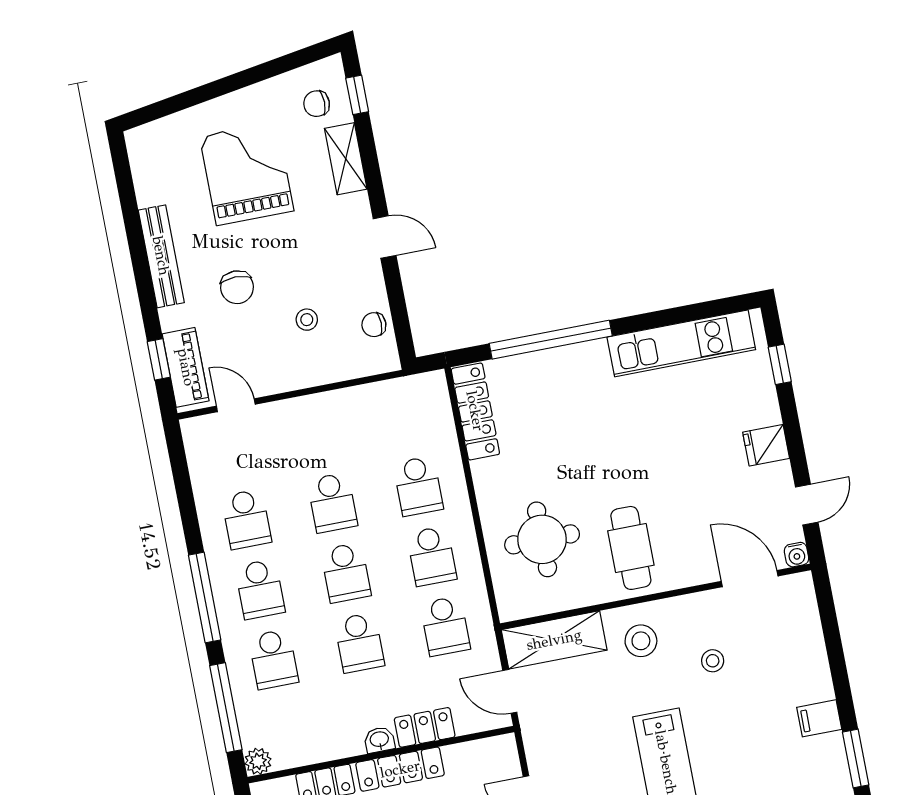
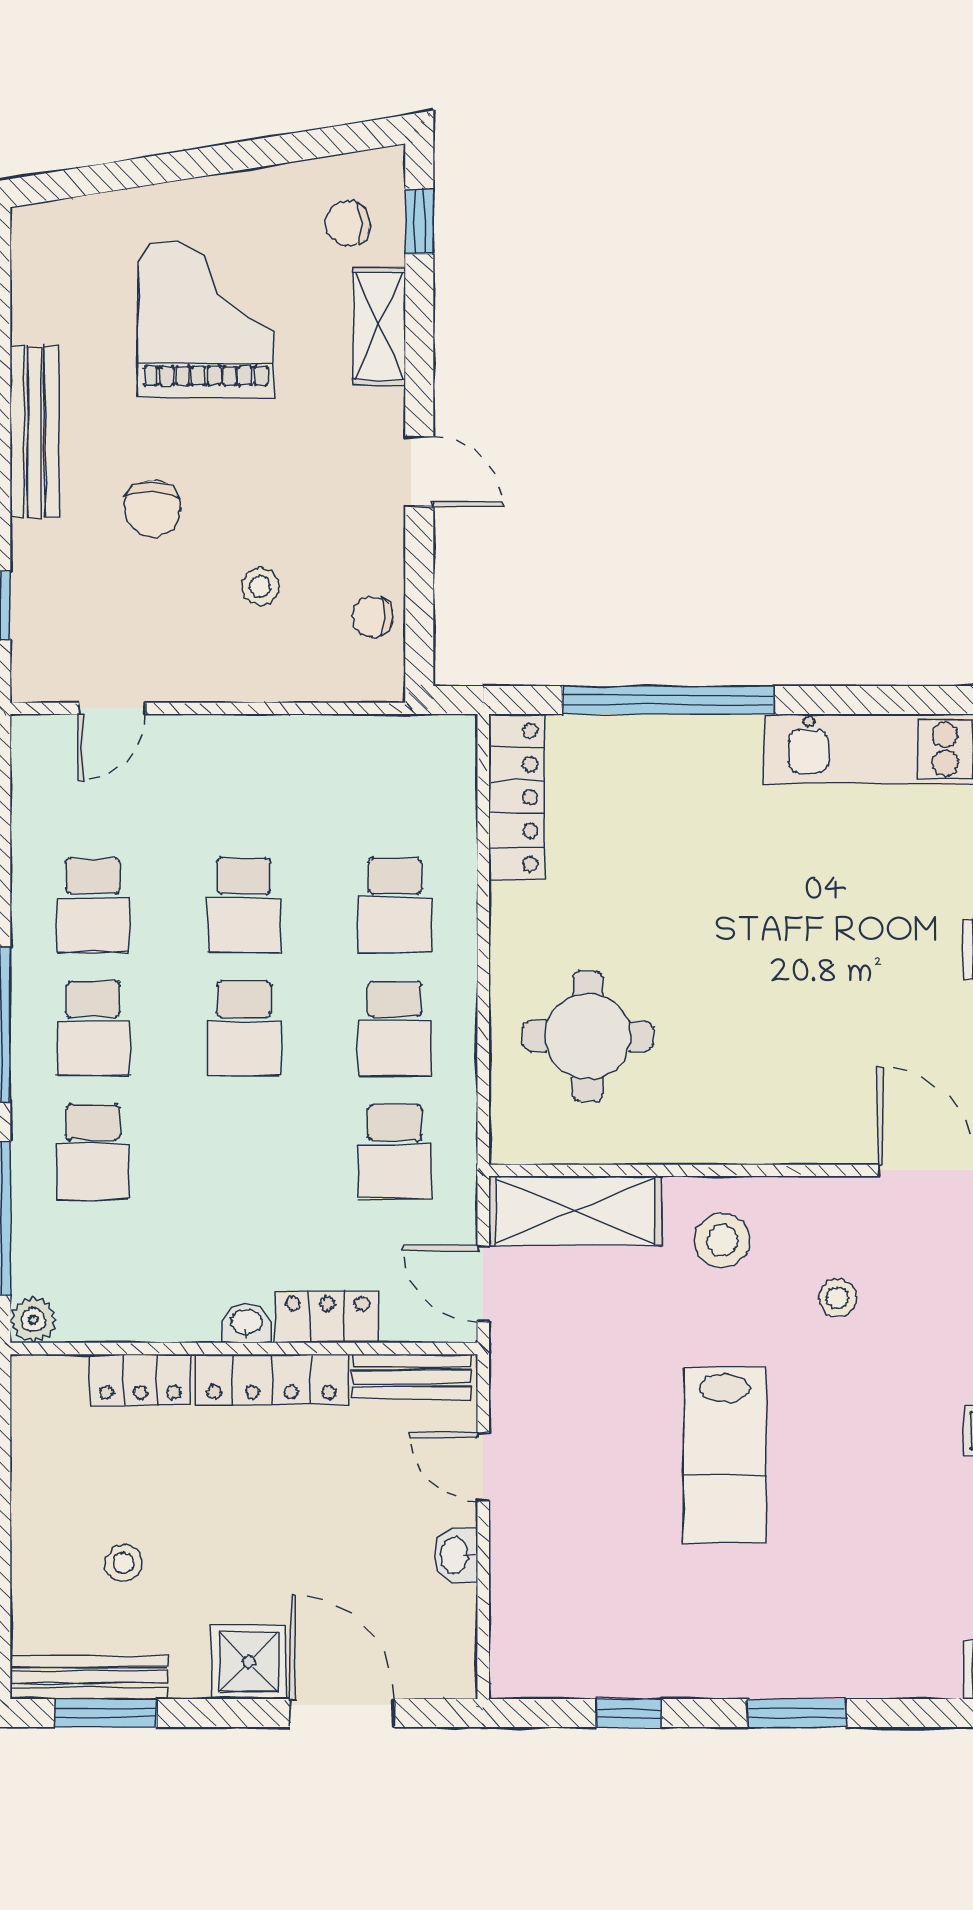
piano: (186, 367) -> (39, 628), removed
door: (236, 405) -> (112, 708), swing flipped
cafe table: (631, 548) -> (736, 1080), removed
school desk: (359, 643) -> (244, 1152), removed
bench: (479, 752) -> (412, 1377), added

